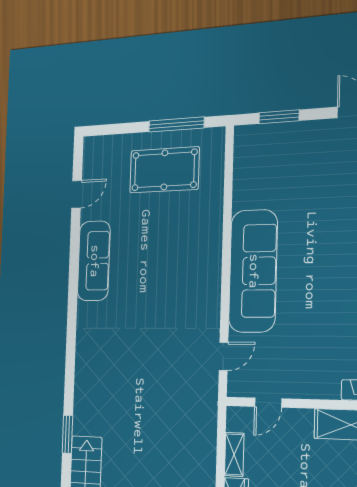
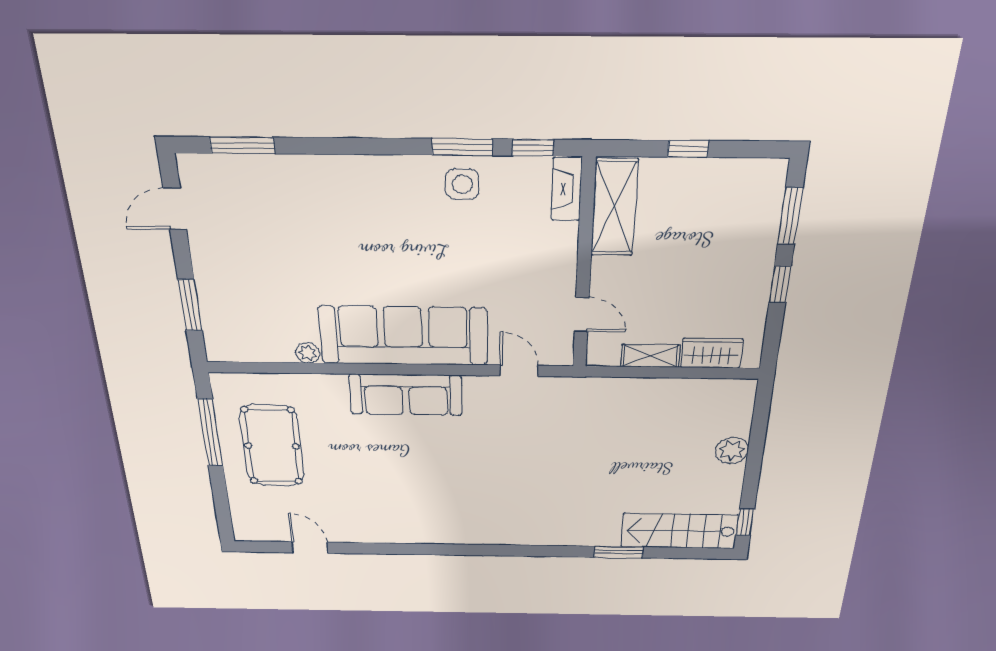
plant: (240, 200) -> (308, 353), added
sofa: (94, 261) -> (406, 395), moved, turned 180

